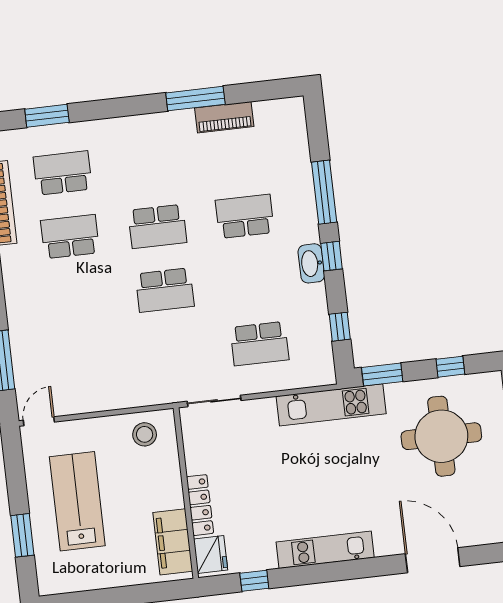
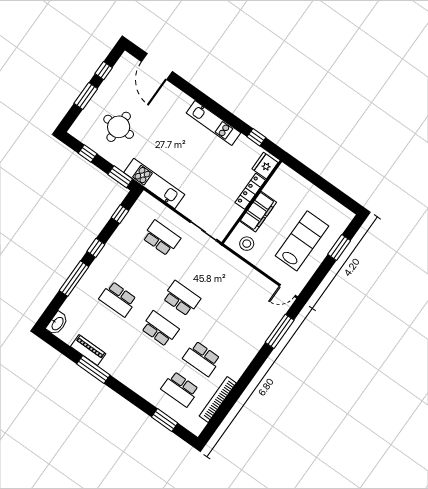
washbasin: (311, 263) -> (57, 323), moved
round table: (441, 436) -> (119, 127), width x0.73, depth x0.73
lab bench: (77, 501) -> (302, 241), turned 180
filing cabinet: (173, 542) -> (258, 212), moved
door: (433, 560) -> (157, 66), moved

